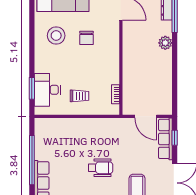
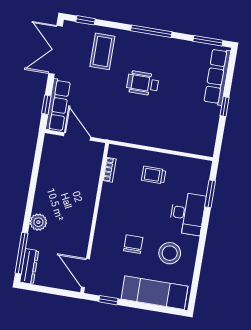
desk: (47, 90) -> (187, 214), moved
window: (32, 160) -> (225, 107), width x0.32

